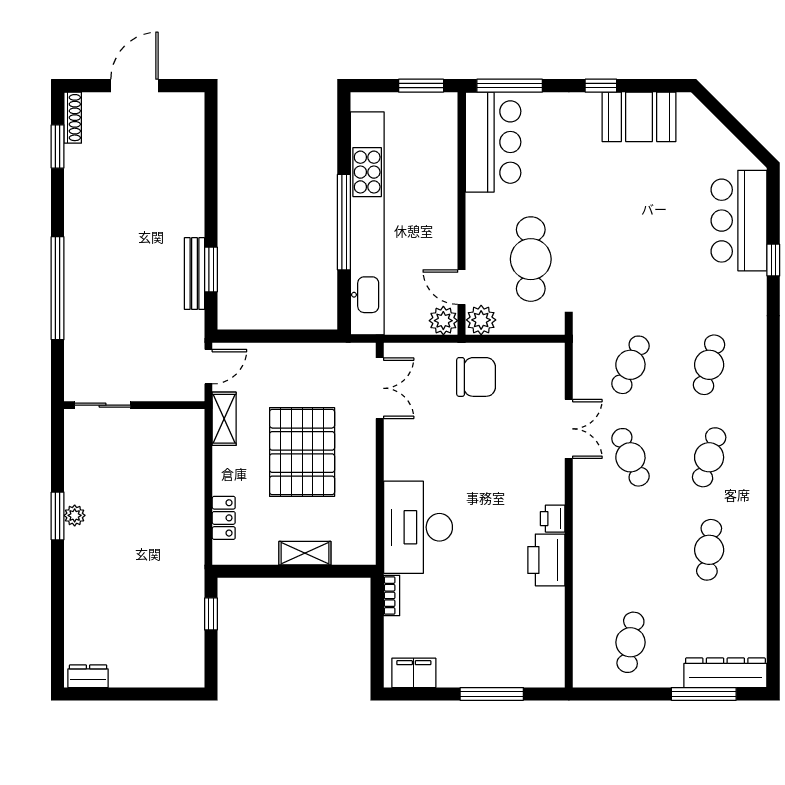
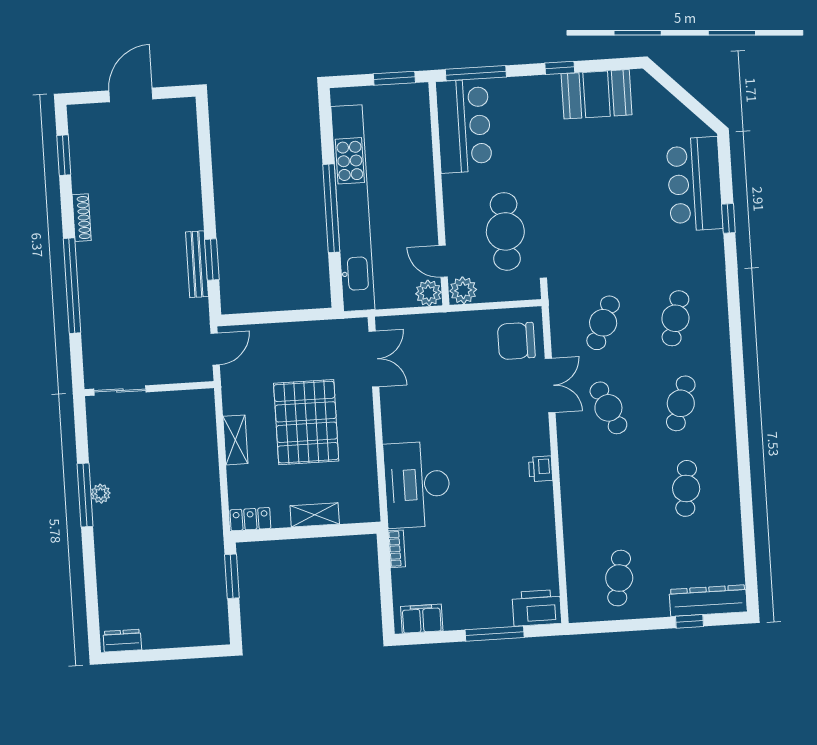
shoe rack: (73, 118) -> (82, 218), moved
chair: (476, 377) -> (516, 341), moved, turned 180
shelving: (224, 419) -> (235, 440), moved
window: (58, 516) -> (85, 495), width x1.44
locker: (224, 518) -> (250, 519), moved, turned -90
printer: (546, 560) -> (537, 608), moved, turned 90
window: (211, 614) -> (232, 576), width x1.50
window: (704, 694) -> (690, 621), width x0.46

